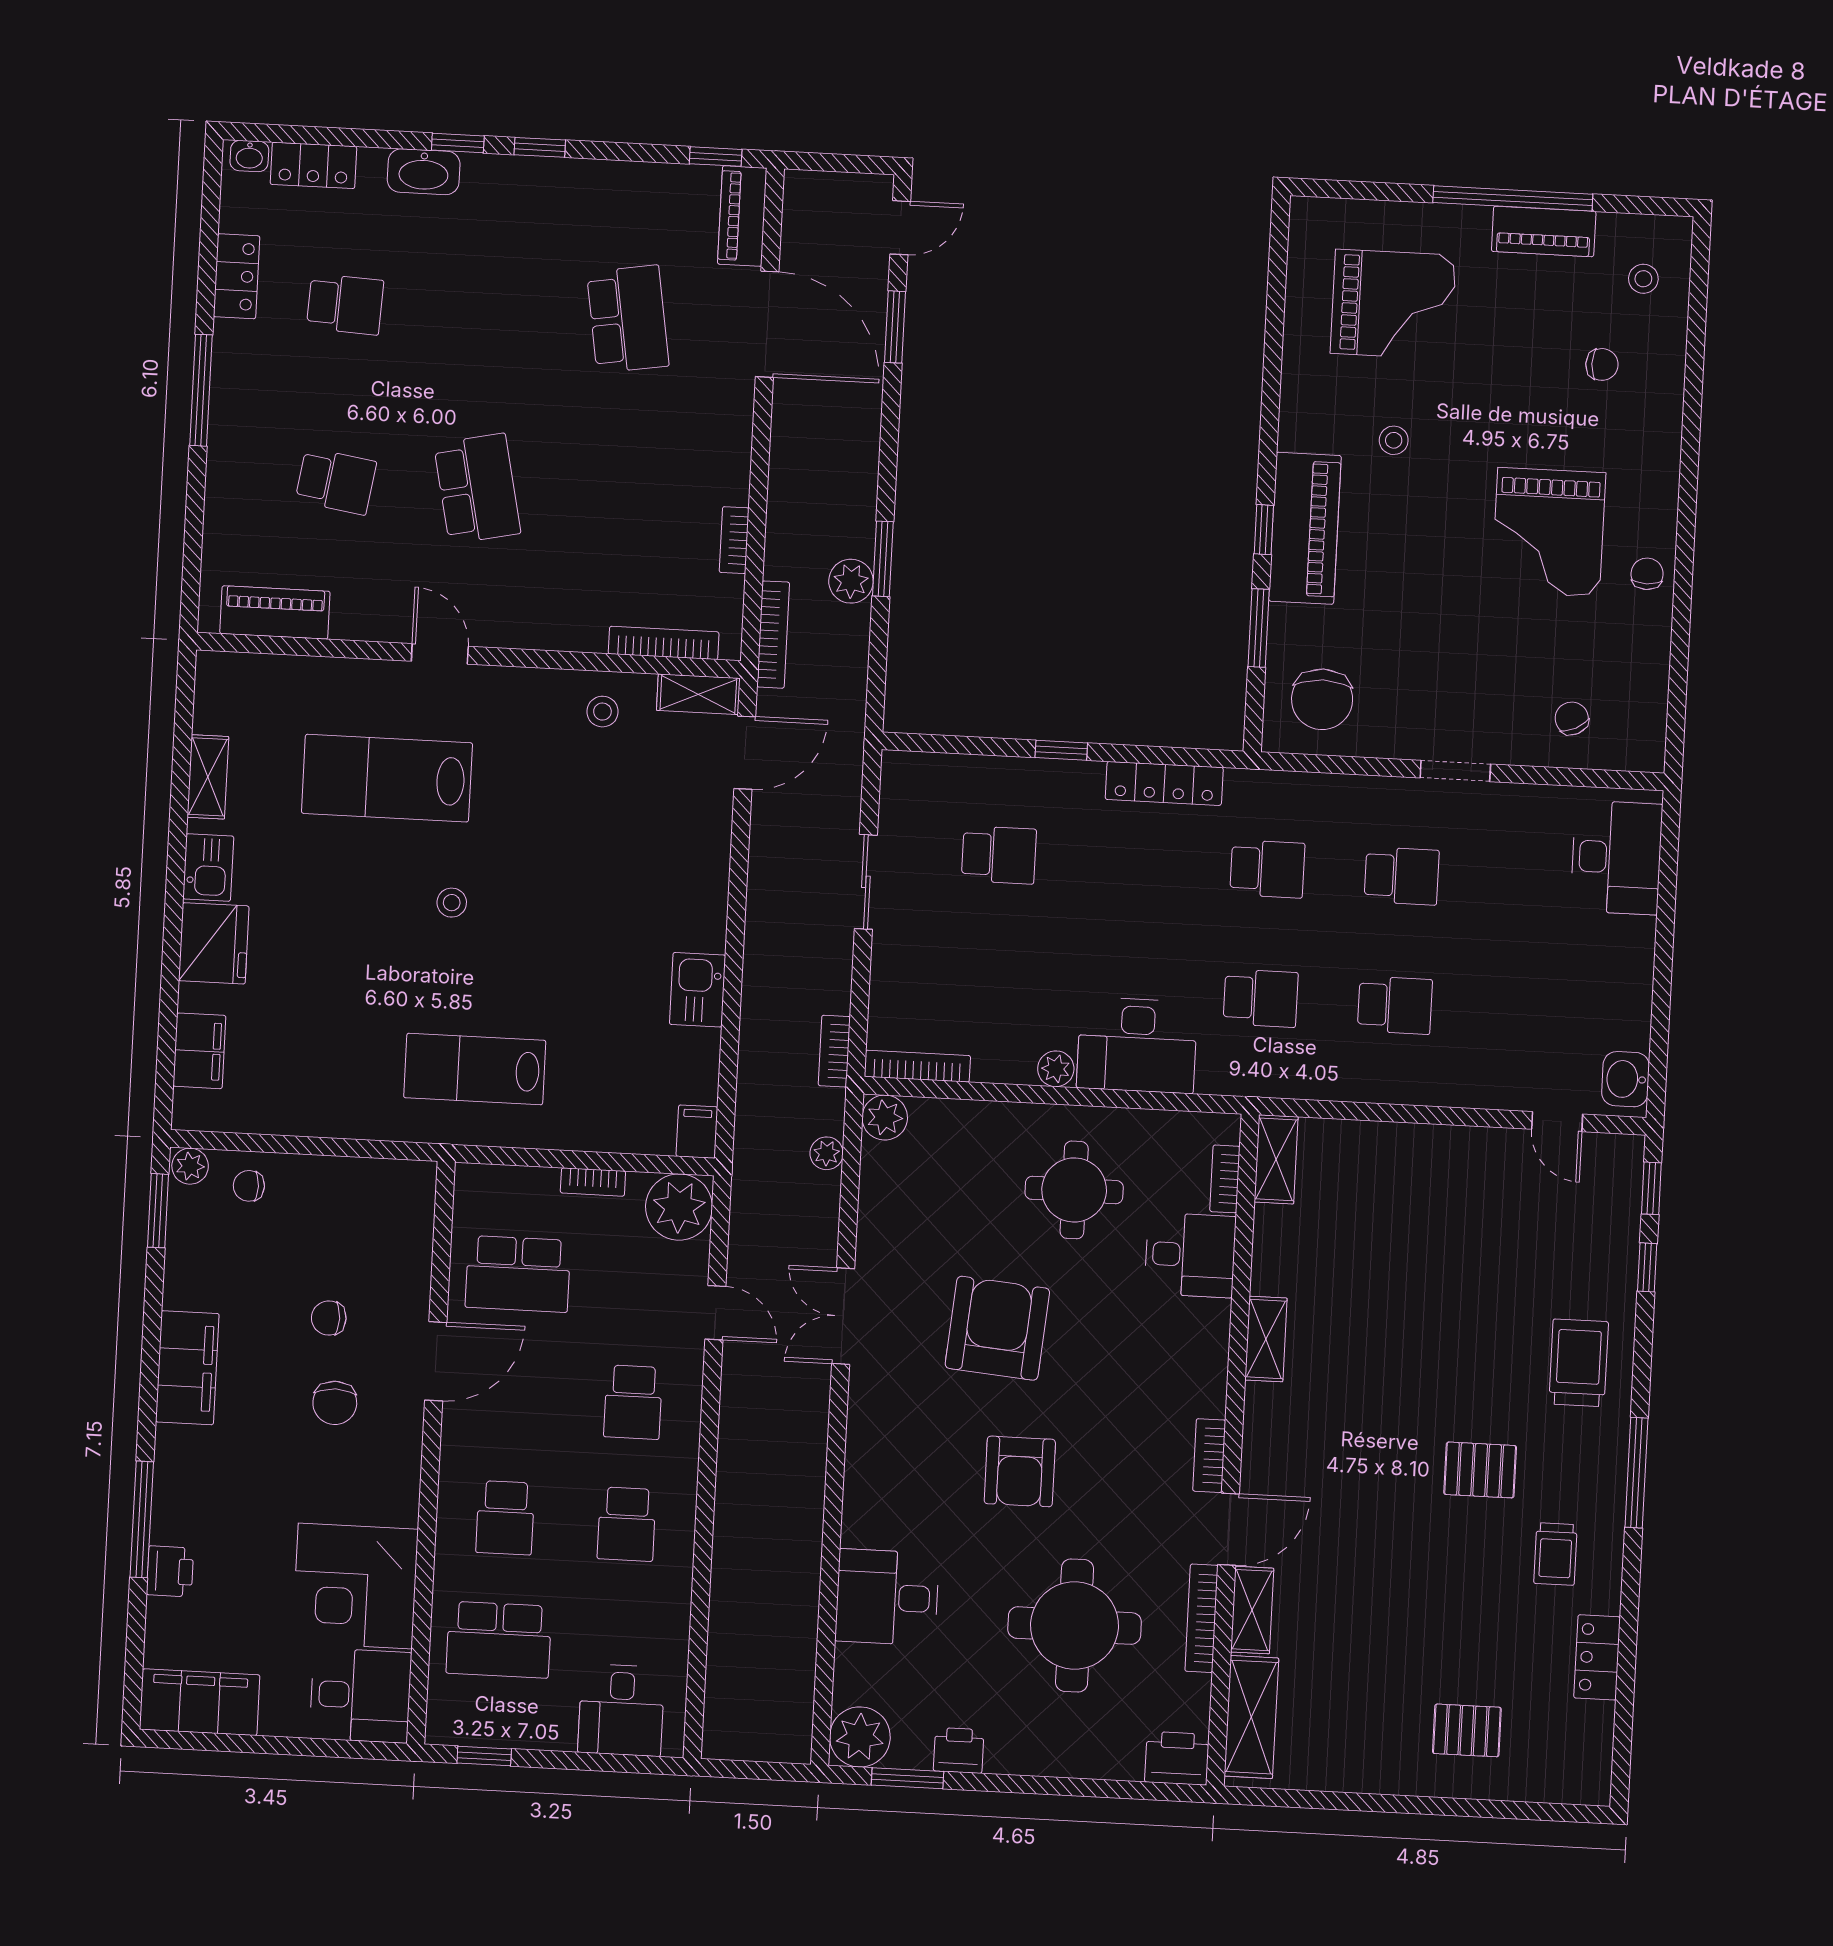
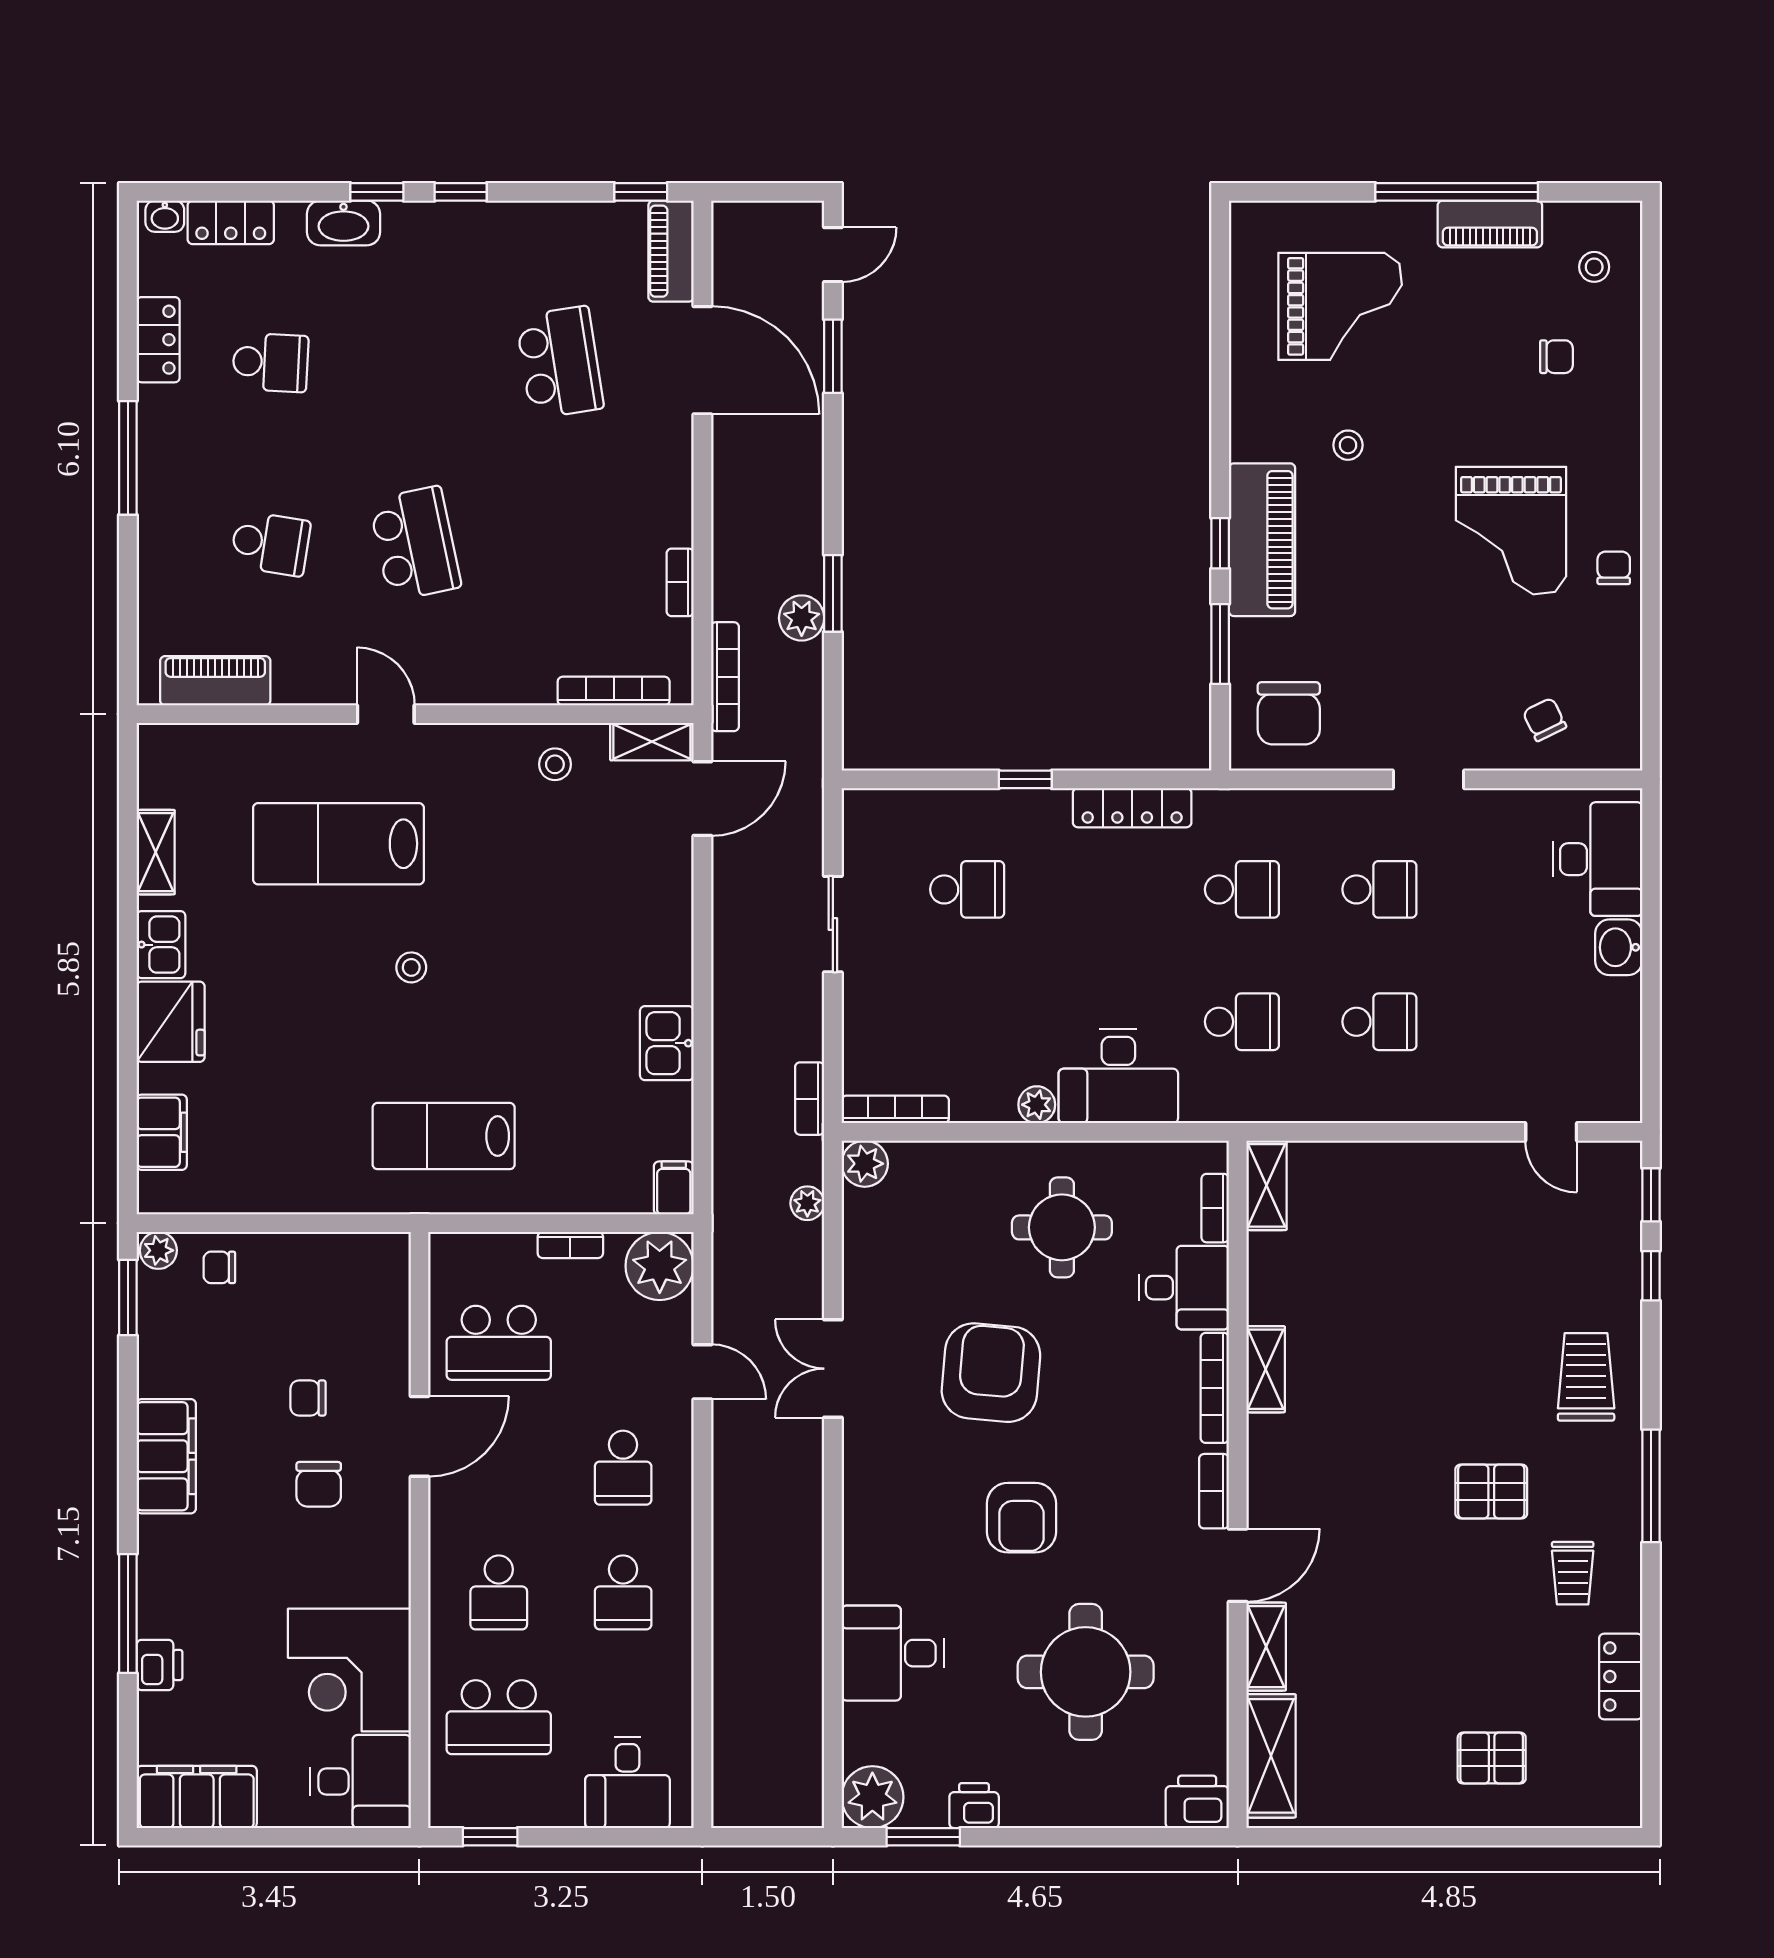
washbasin: (1625, 1079) -> (1619, 947), moved
bookcase: (1201, 1618) -> (1215, 1388), moved

